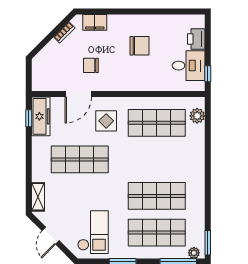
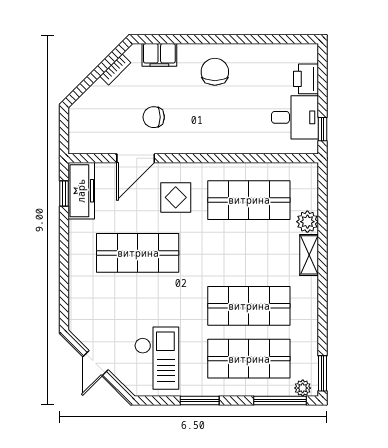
chair: (139, 46) -> (215, 72), moved, turned -90
plant: (197, 116) -> (307, 222), moved
shelving: (38, 197) -> (309, 255), moved

